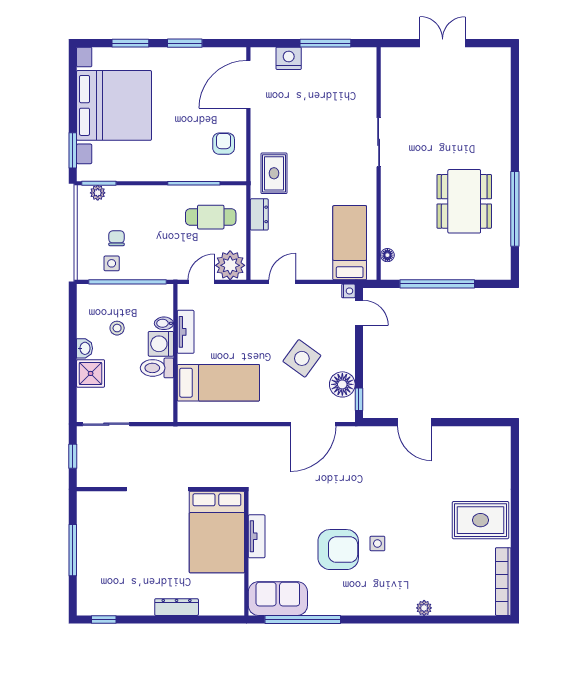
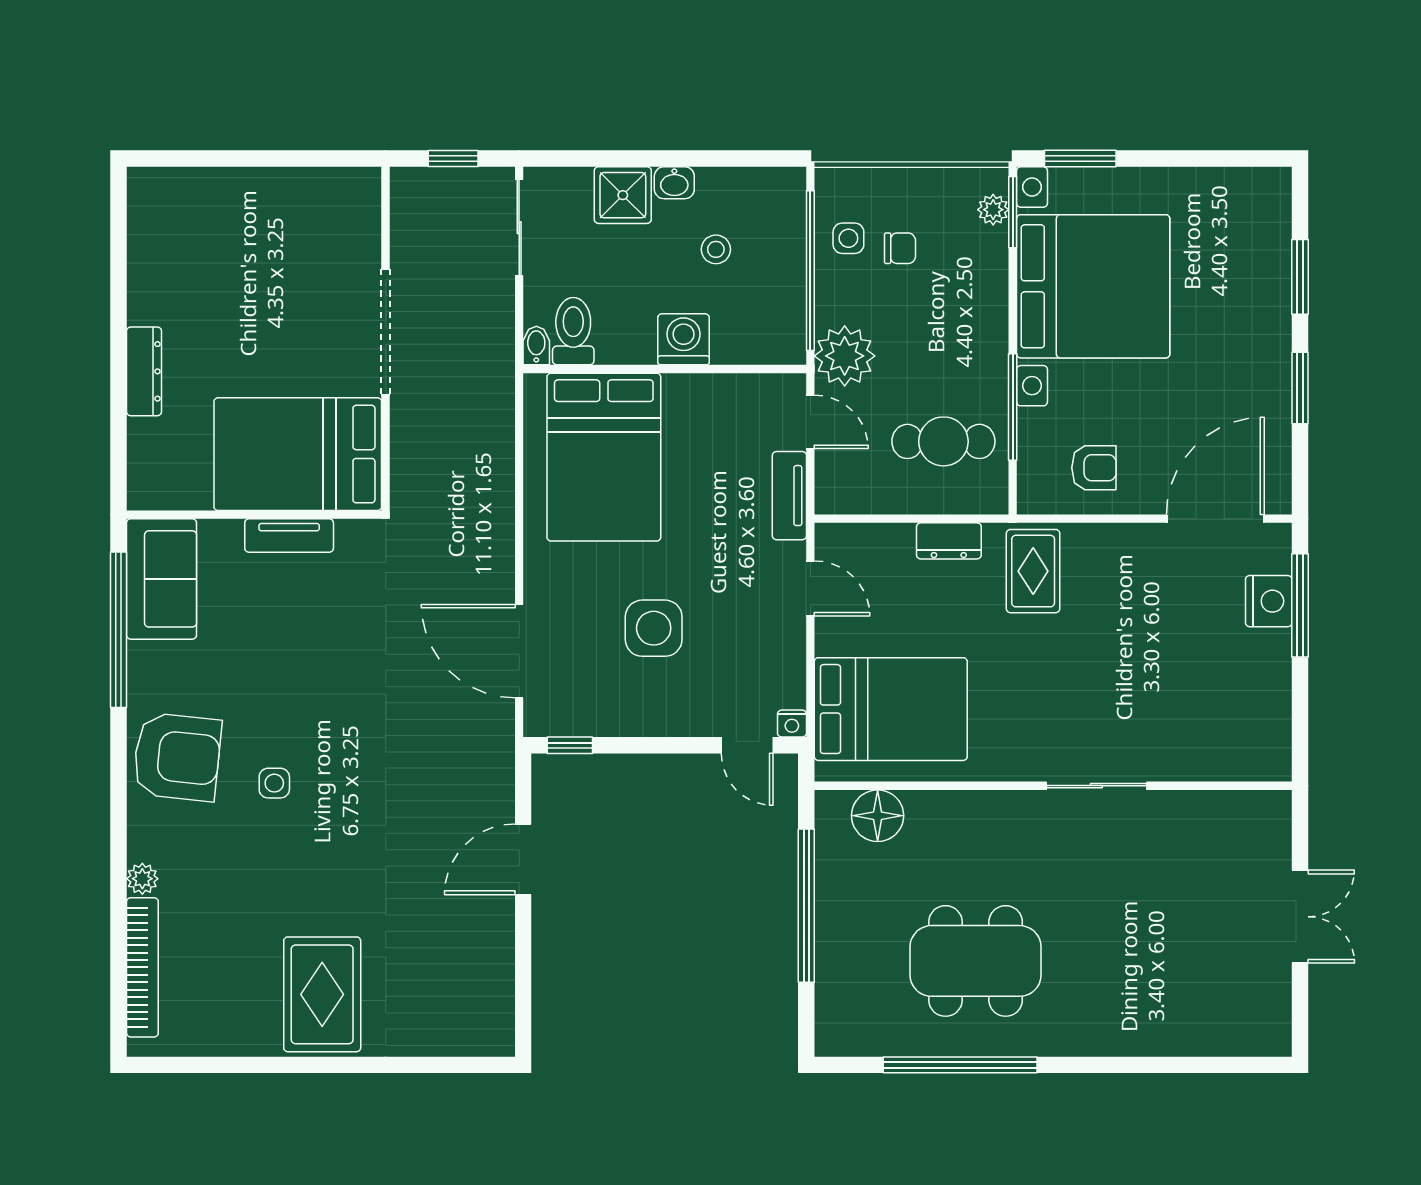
window: (325, 43) -> (1300, 605), moved
door: (248, 84) -> (1215, 519), hinge flipped
bed with nightstands: (114, 105) -> (1093, 286), moved, turned -90
rug: (274, 173) -> (1033, 571), turned 90
cafe table: (211, 217) -> (943, 441), turned 90
bed: (350, 243) -> (891, 709), width x1.50
floor lamp: (387, 255) -> (878, 816), width x1.89, depth x1.89
plant: (230, 265) -> (845, 356), moved
door: (359, 313) -> (747, 745), hinge flipped
bidet: (164, 323) -> (536, 346), moved
tv unit: (186, 332) -> (789, 496), moved, turned 90
side table: (302, 358) -> (654, 628), turned -36
toilet: (157, 368) -> (573, 331), moved
bed: (218, 383) -> (604, 457), width x1.50
floor lamp: (342, 384) -> (600, 711), removed
window: (73, 550) -> (261, 159), removed
armchair: (338, 550) -> (177, 757), moved, turned -84
bookcase: (503, 582) -> (142, 967), moved, turned 90
window: (104, 620) -> (118, 222), removed

